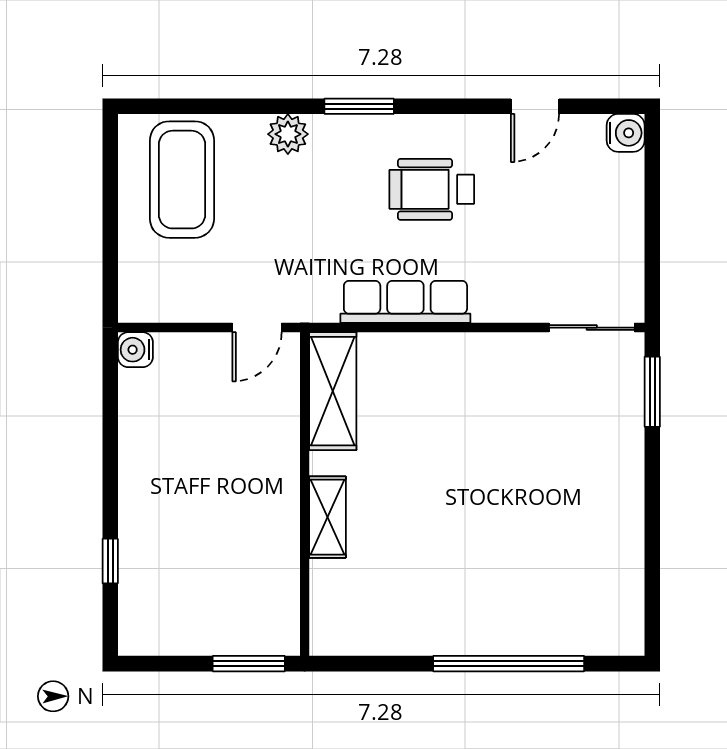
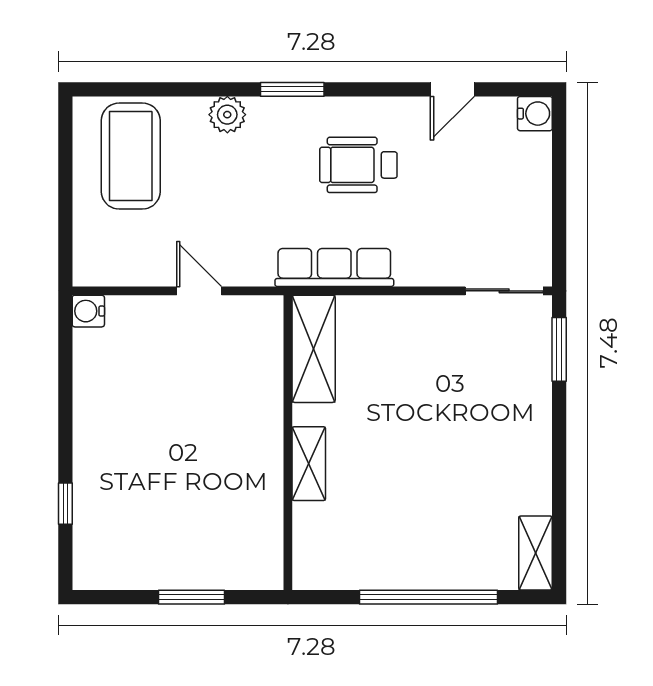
door: (257, 328) -> (199, 291), swing flipped
shelving: (333, 391) -> (314, 349), moved
wall: (305, 494) -> (288, 443), moved
shelving: (328, 517) -> (309, 464), moved
shelving: (626, 615) -> (536, 553), added

